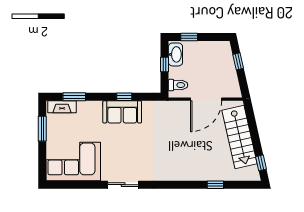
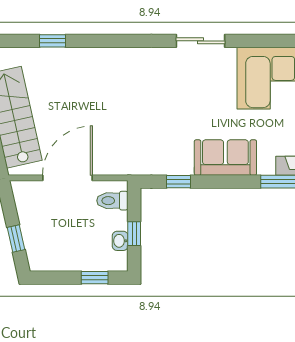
washbasin: (175, 54) -> (120, 241), width x0.52, depth x0.69
window: (124, 97) -> (178, 182), moved
sofa: (122, 112) -> (225, 158), moved

